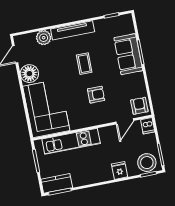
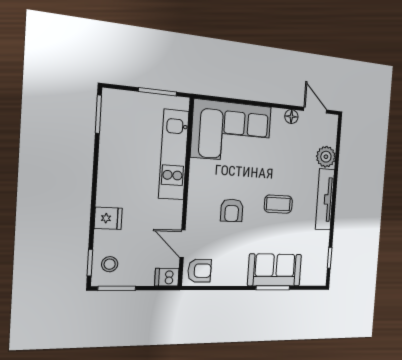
floor lamp: (29, 74) -> (291, 117), width x0.53, depth x0.53
stool: (147, 163) -> (110, 264), width x0.53, depth x0.53
kitchen counter: (57, 183) -> (113, 113), removed

